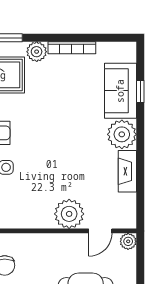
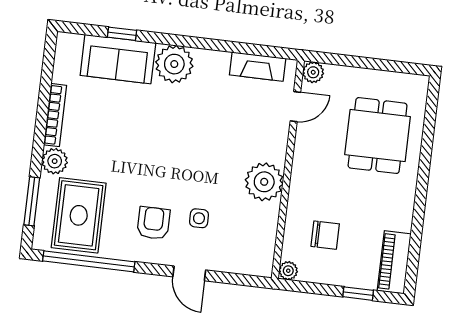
fireplace: (127, 171) -> (258, 67), moved
plant: (69, 214) -> (264, 182), moved
door: (100, 231) -> (295, 107), hinge flipped

